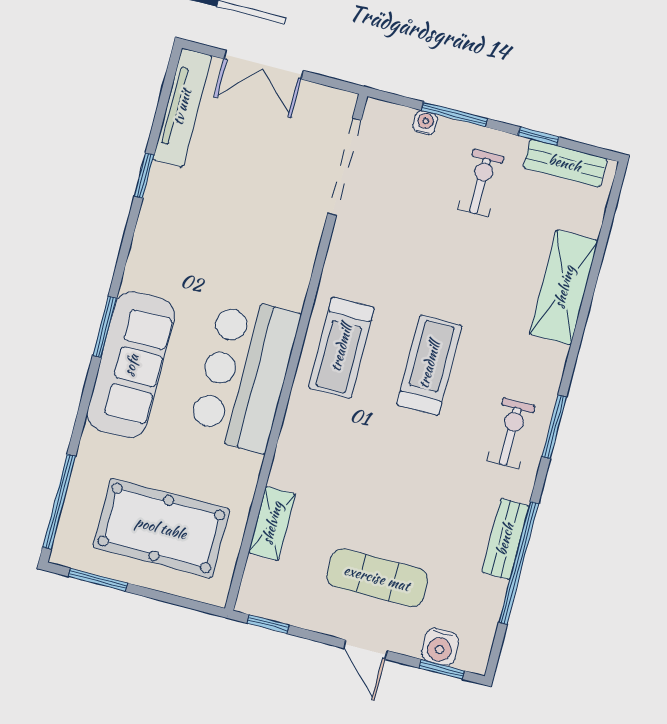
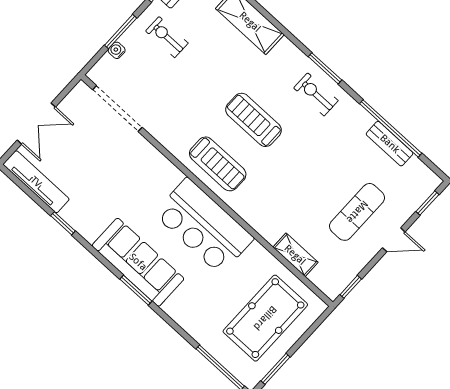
sofa: (131, 365) -> (138, 262), moved
bench: (505, 539) -> (390, 144), moved
water cooler: (440, 647) -> (414, 197), removed

